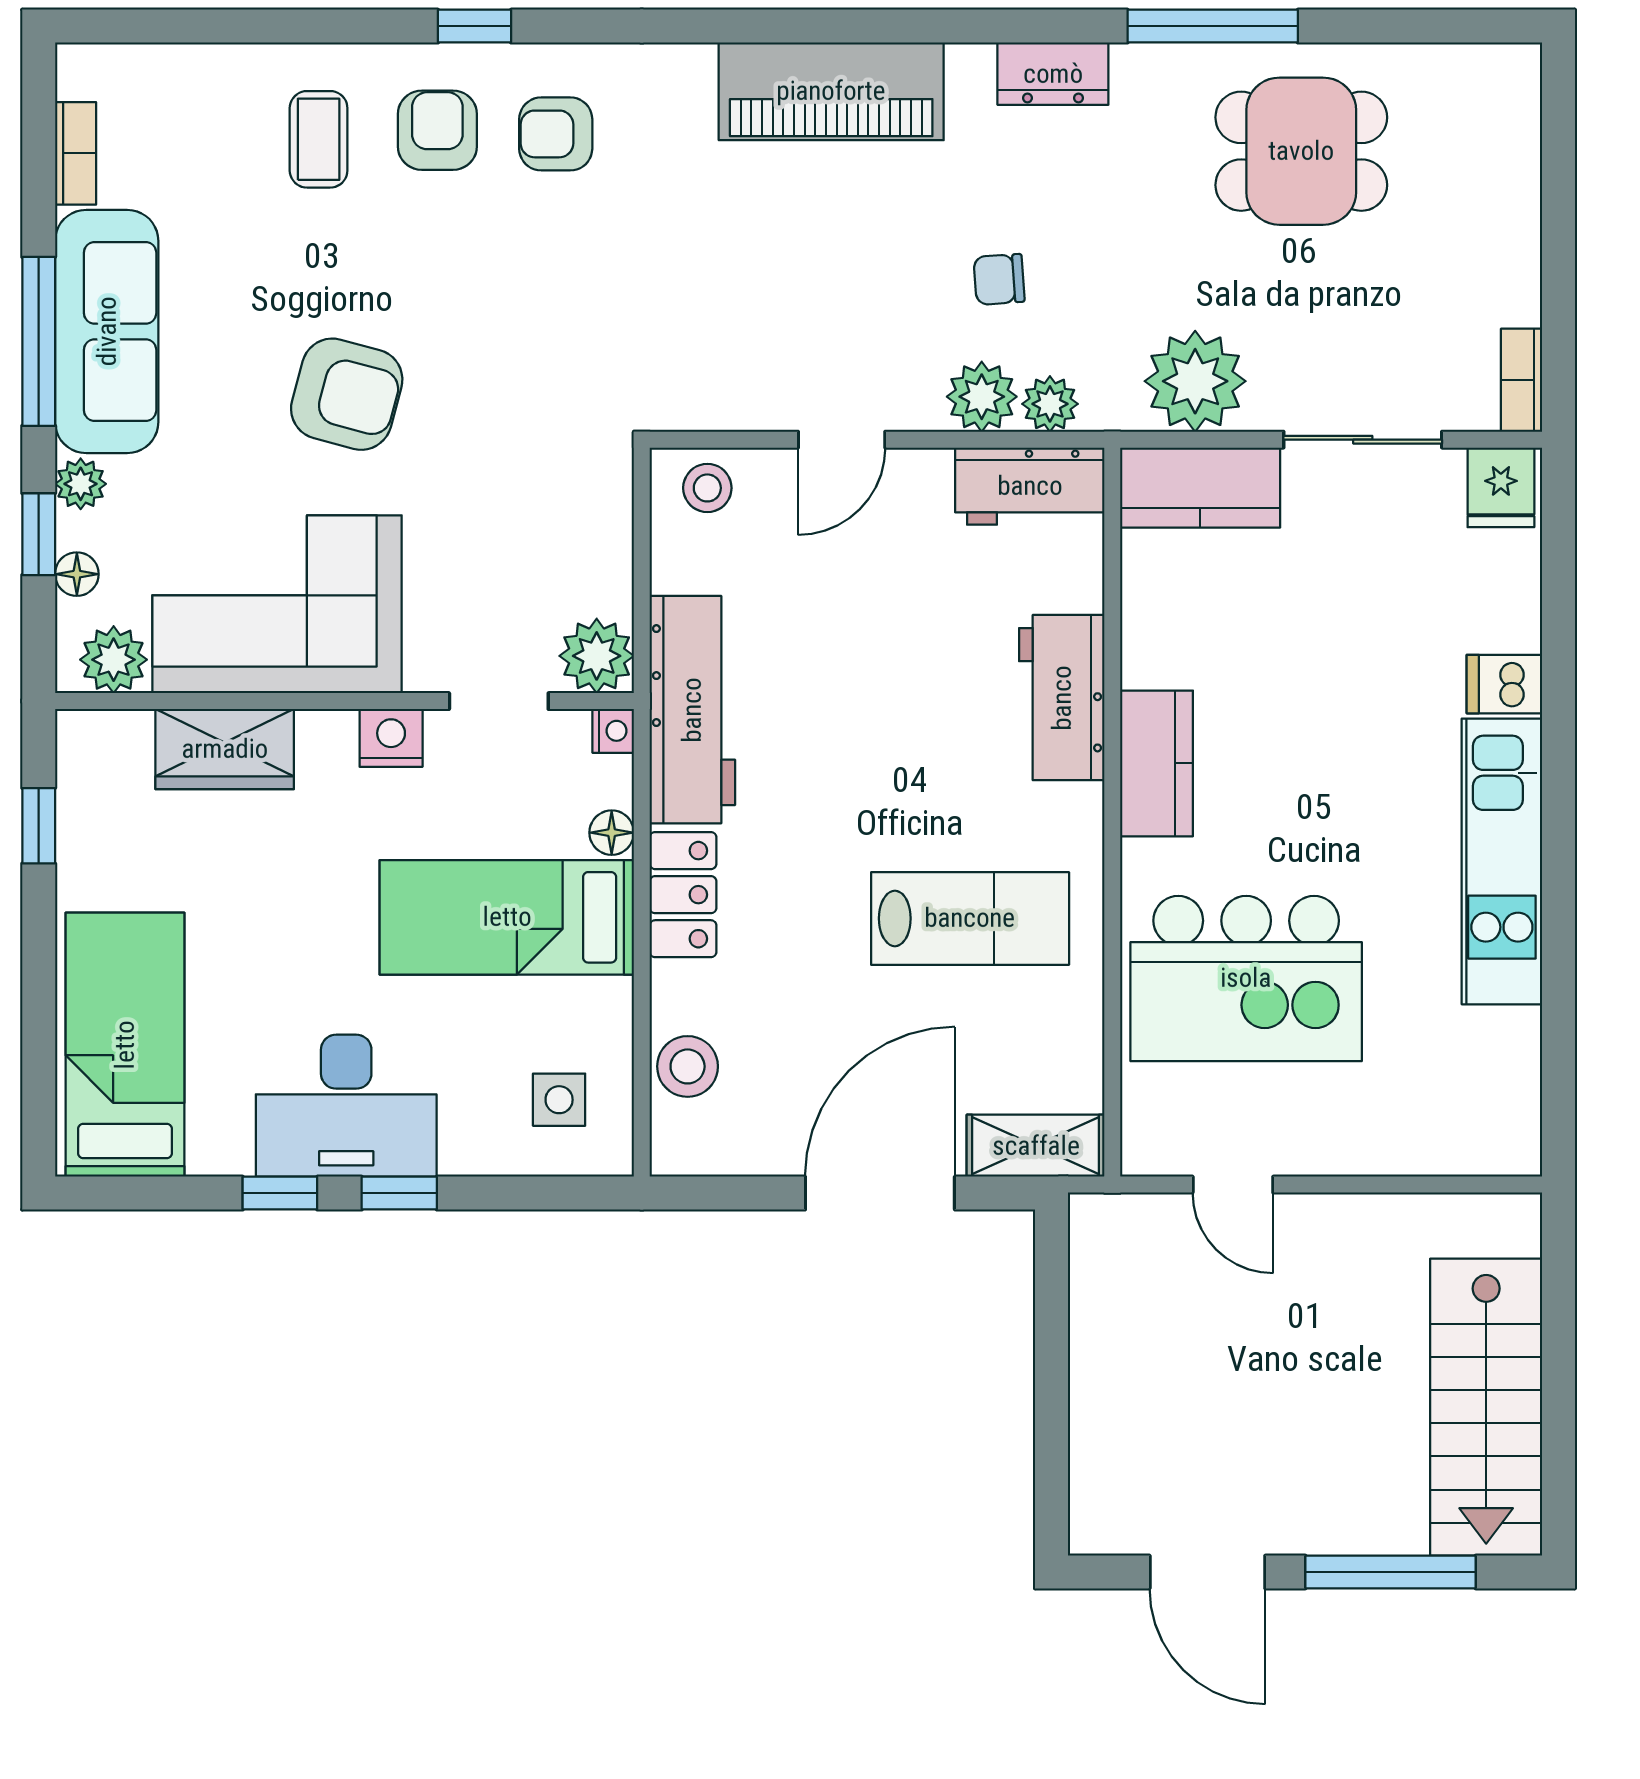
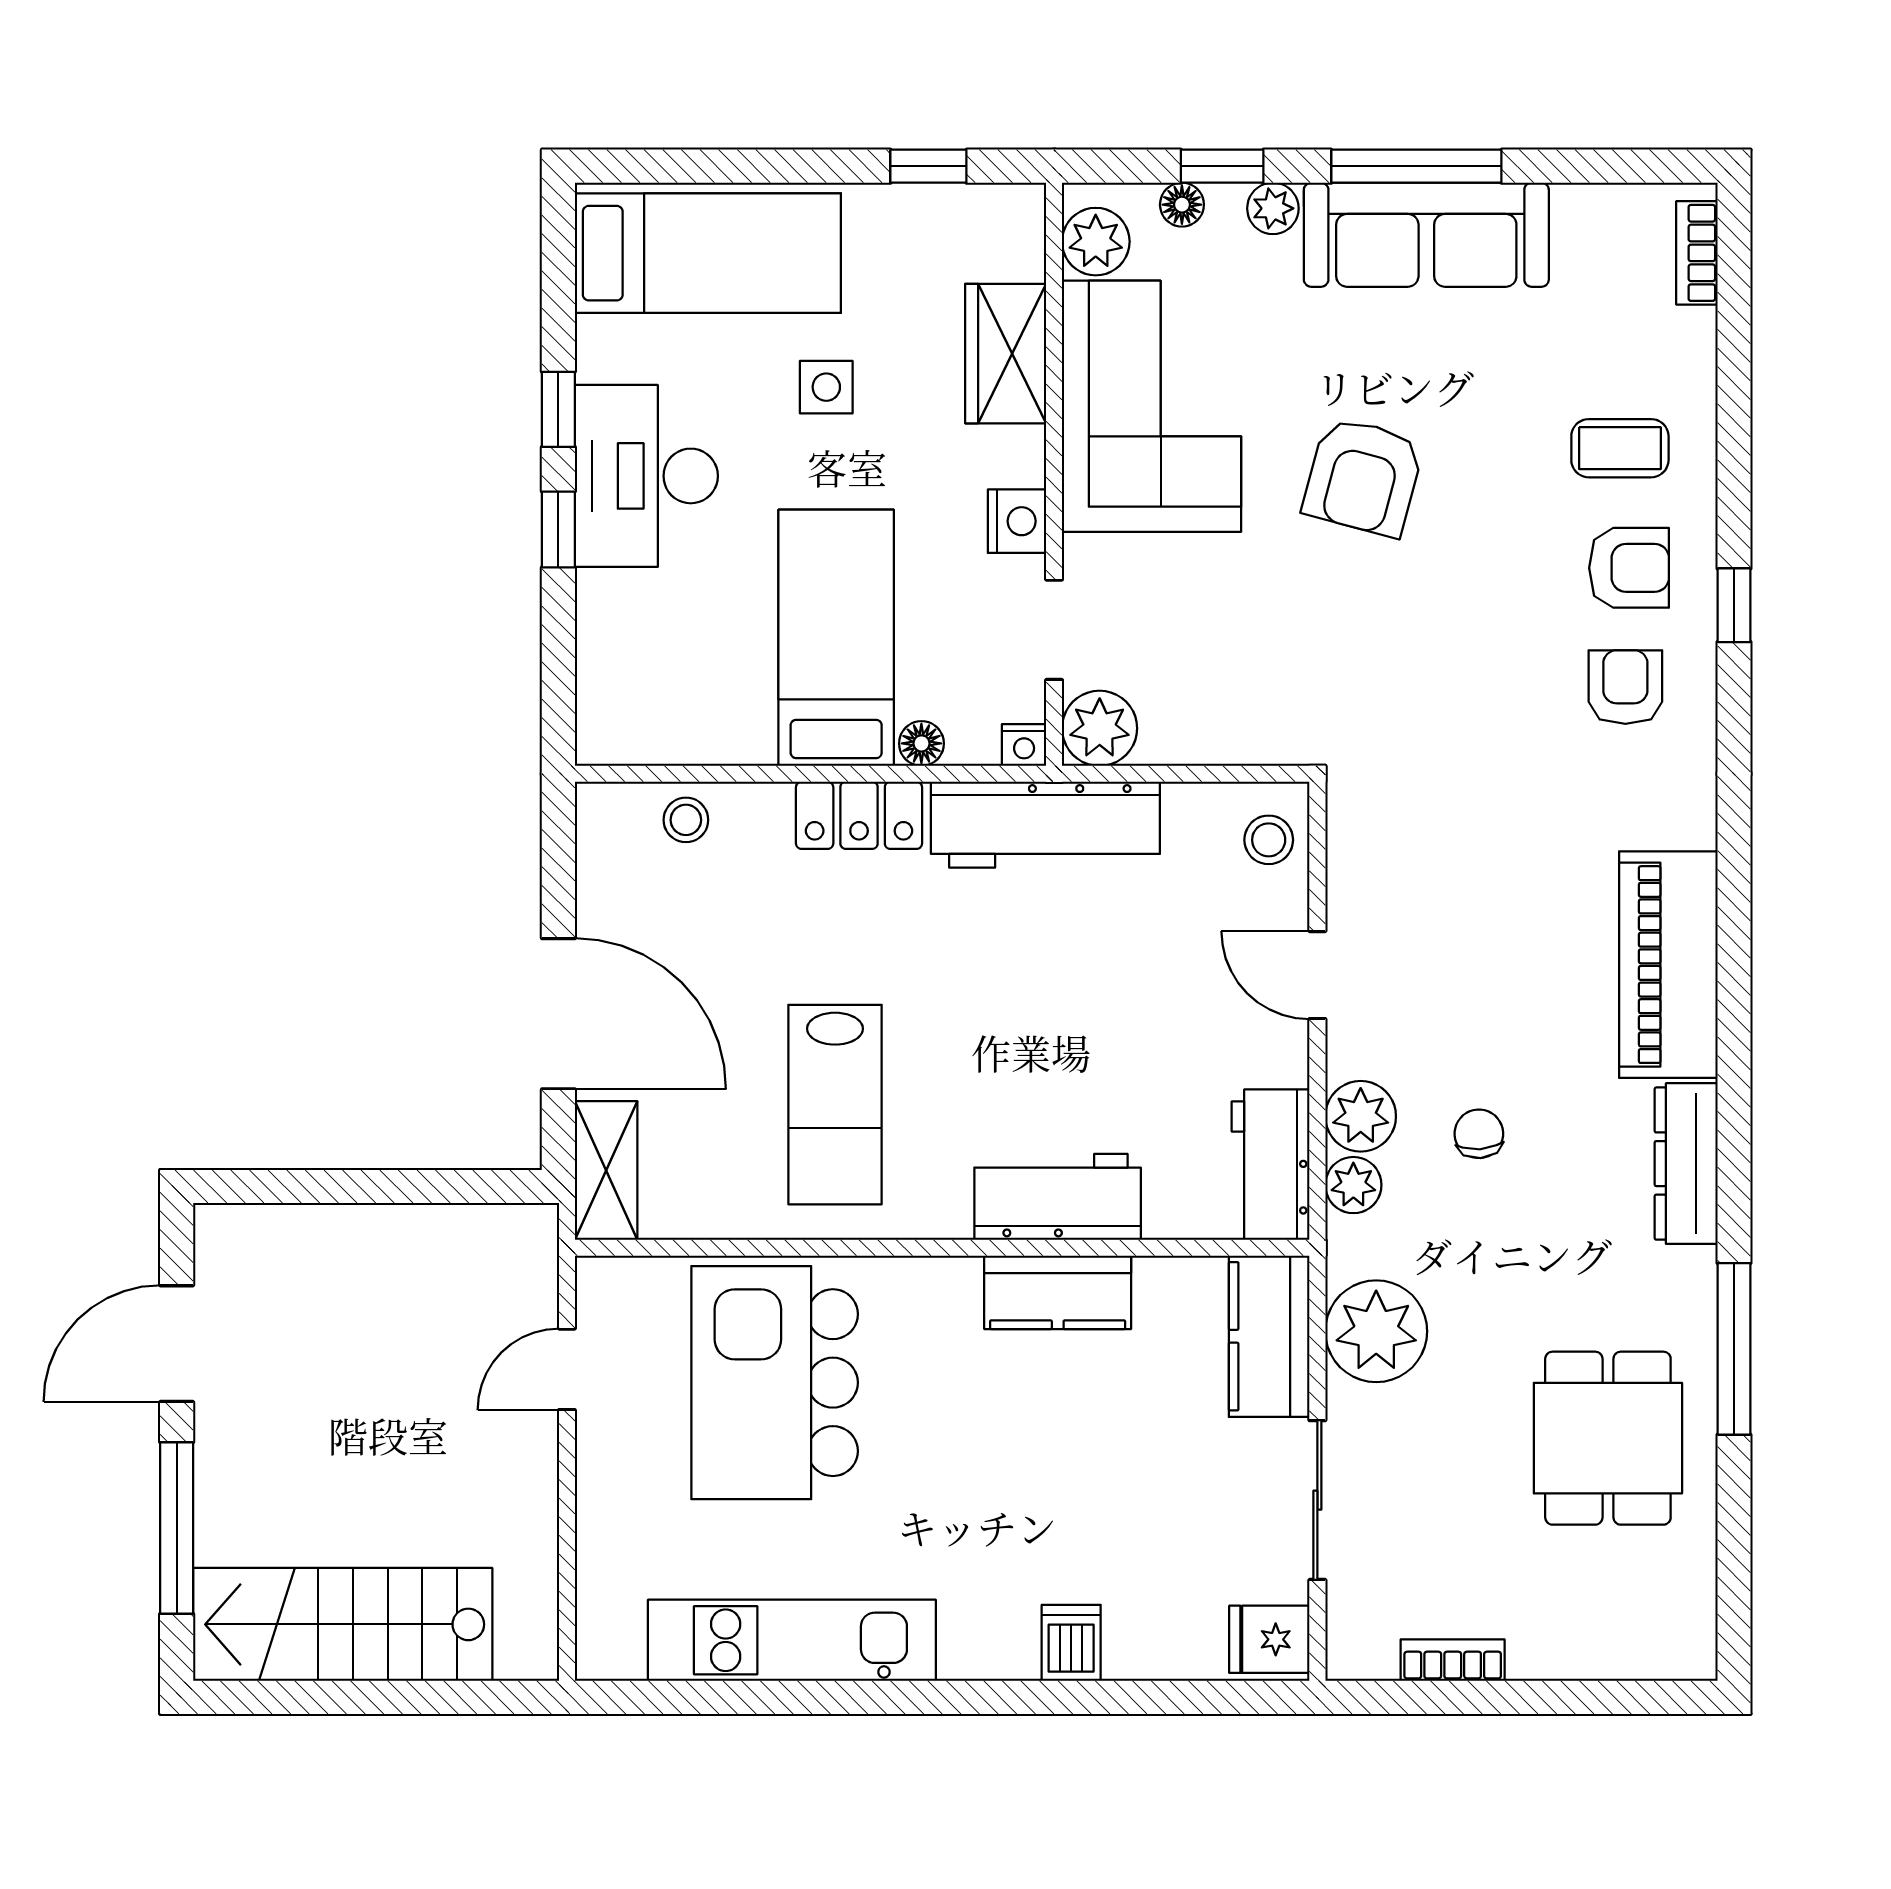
dresser: (1053, 74) -> (1686, 1164), width x1.44
bookcase: (76, 153) -> (1697, 253), moved, turned 90
bookcase: (1522, 380) -> (1453, 1660), moved
kitchen counter: (1157, 763) -> (1058, 1292), moved
kitchen unit: (1502, 861) -> (792, 1640), moved
stool: (688, 1066) -> (686, 820), width x0.73, depth x0.73
side table: (559, 1100) -> (826, 387), moved

